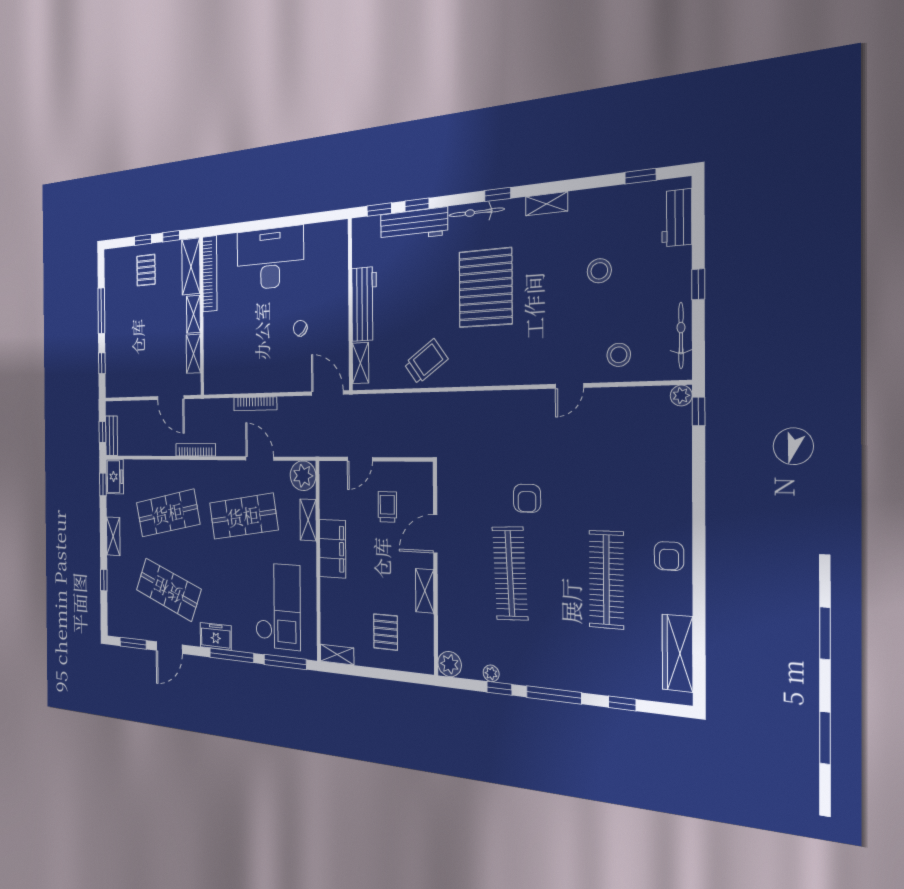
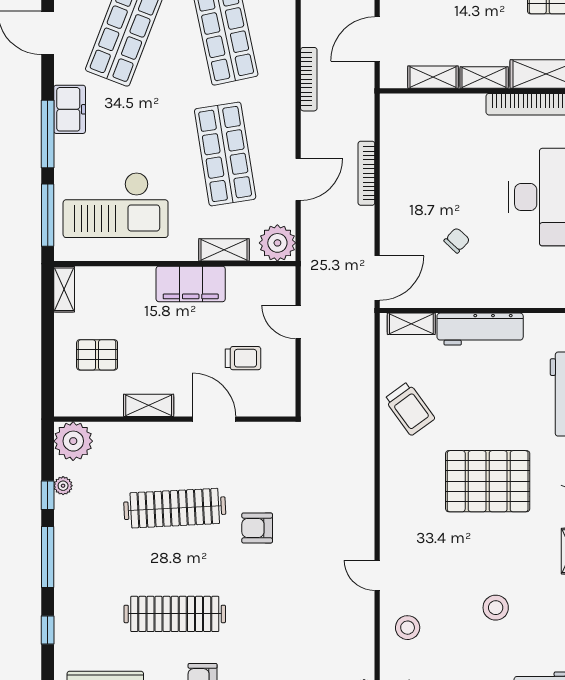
plant: (450, 664) -> (73, 441), width x1.36, depth x1.36

